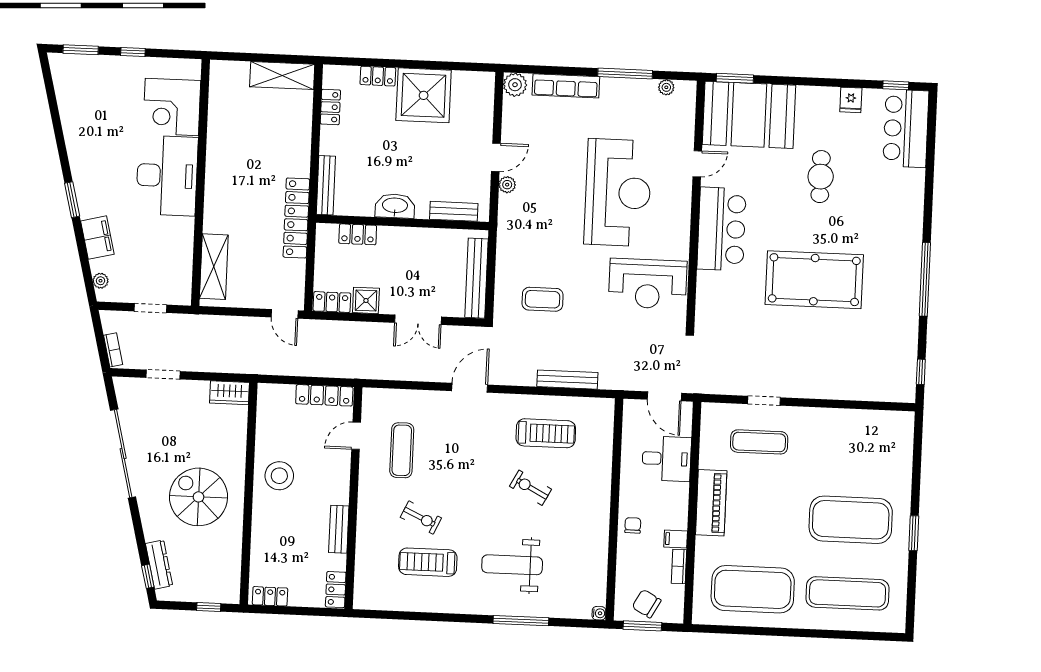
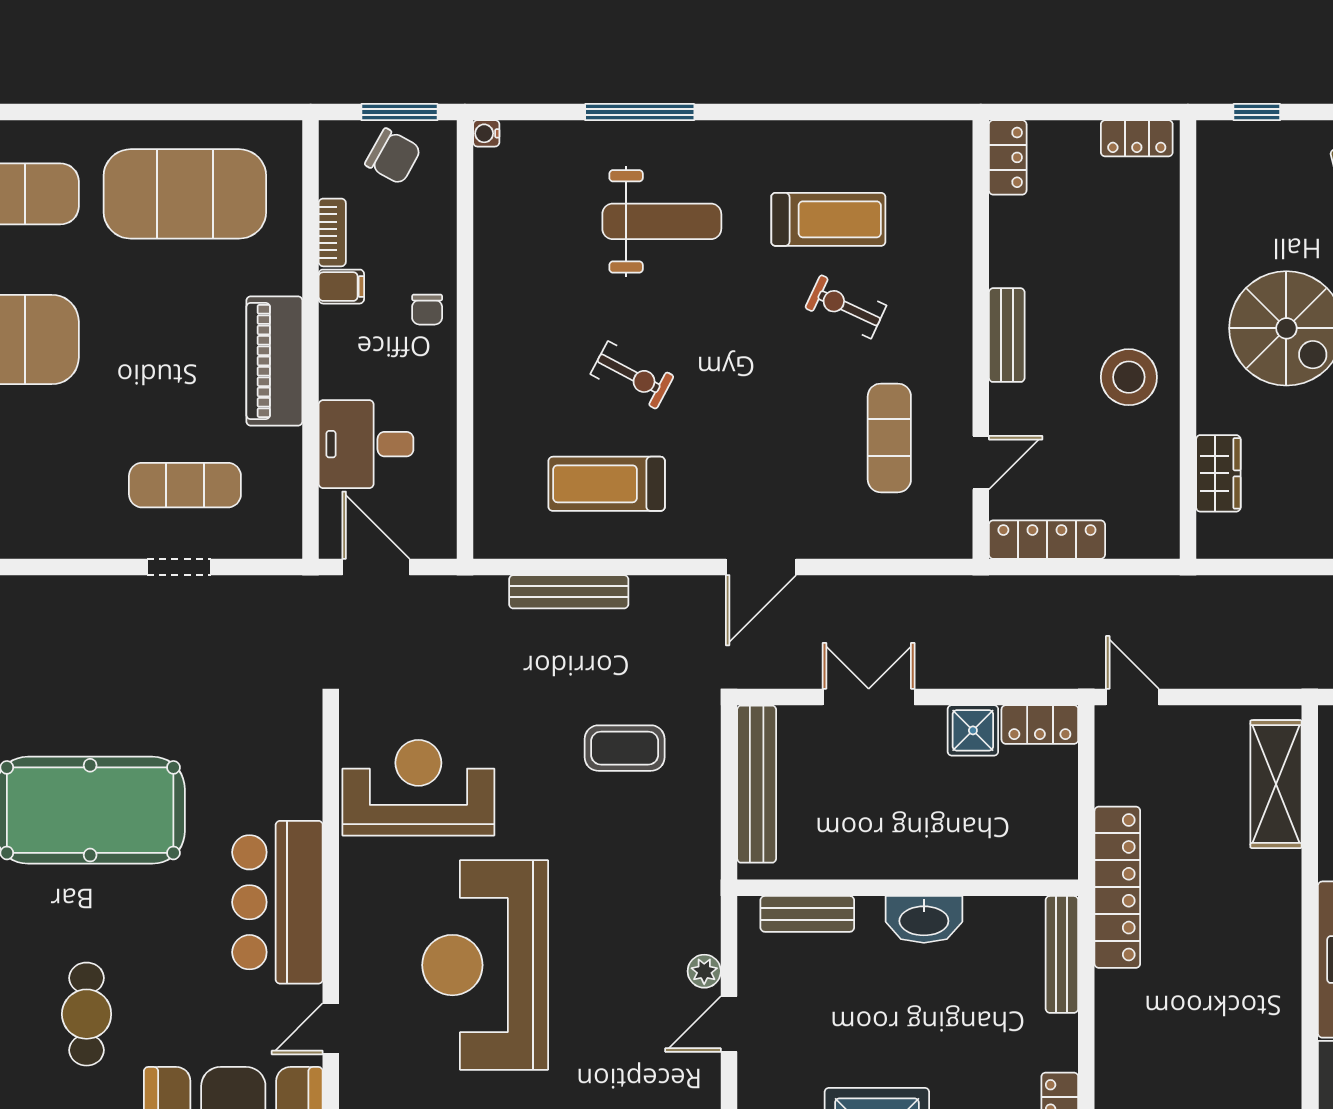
locker: (358, 234) -> (995, 860), removed
wardrobe: (229, 393) -> (1218, 473), moved, turned 90
bench: (339, 529) -> (1007, 335), moved

